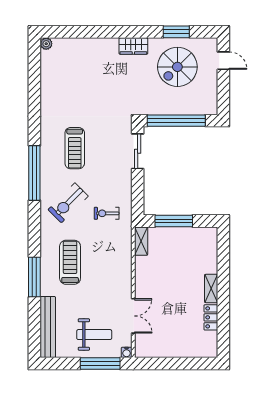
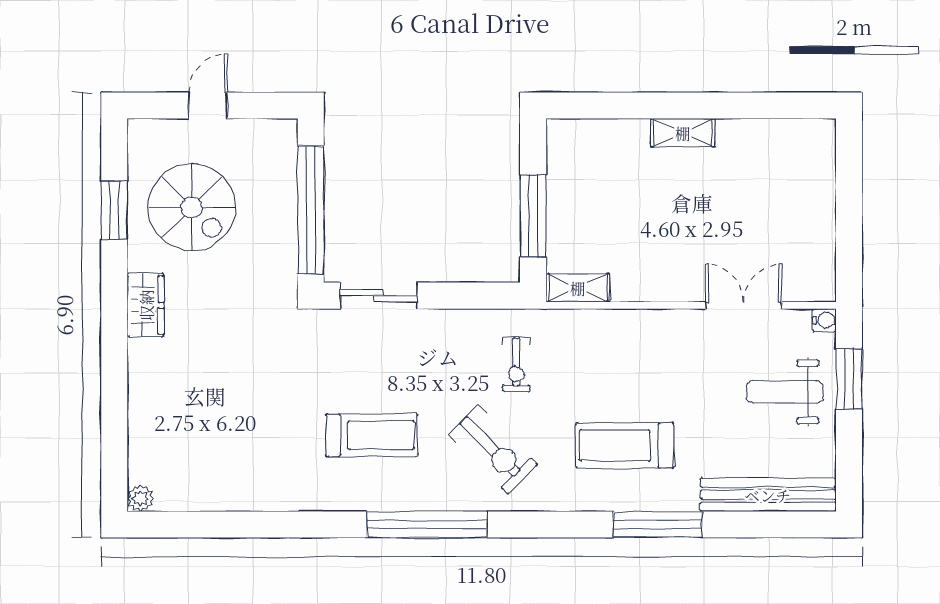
door: (223, 61) -> (208, 105), moved
locker: (211, 317) -> (747, 133), removed
weight bench: (94, 335) -> (785, 392), turned -90
window: (100, 363) -> (849, 379), width x0.69

